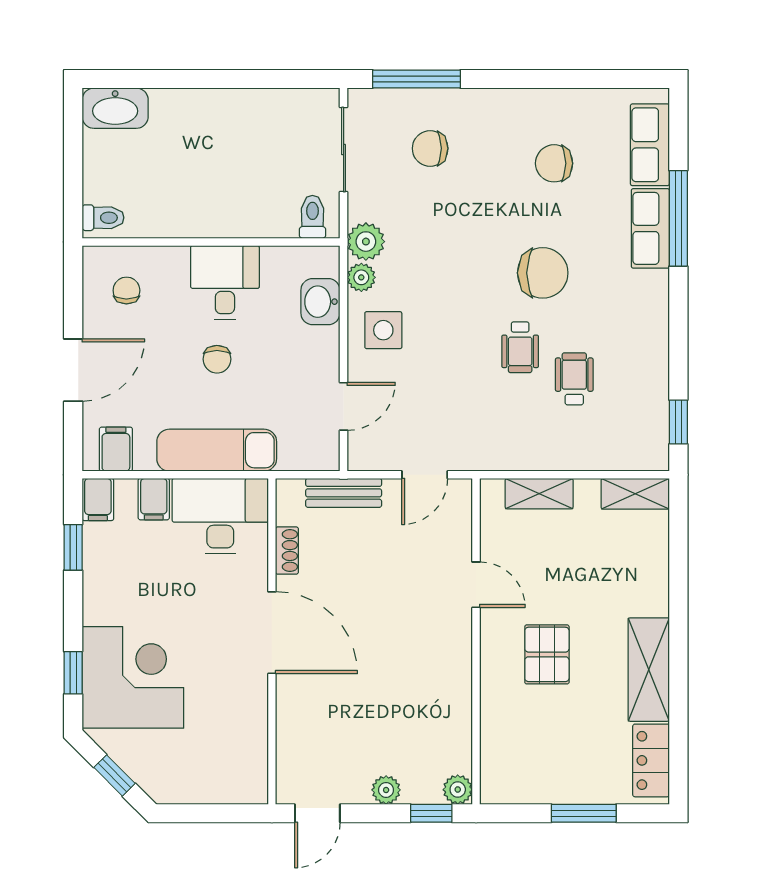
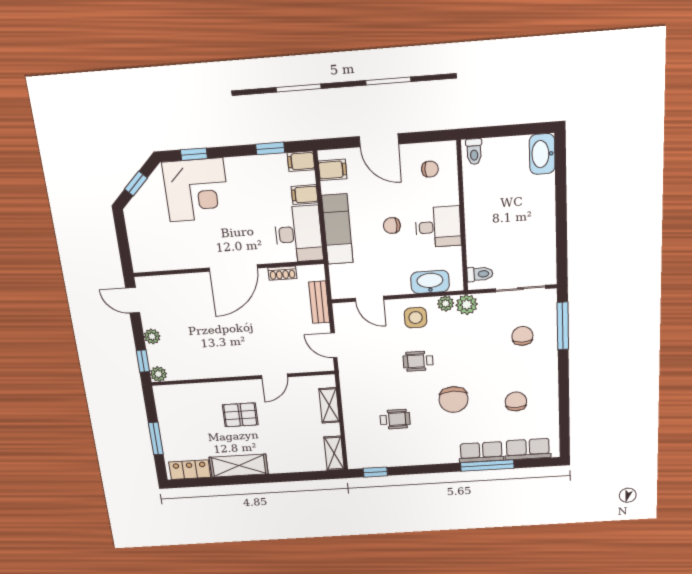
washbasin: (320, 302) -> (430, 282), width x1.38
wheelchair: (520, 347) -> (418, 361), moved

